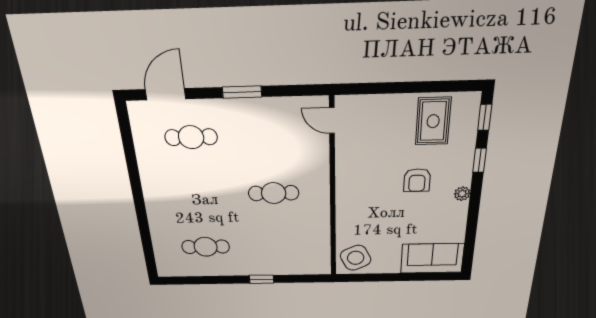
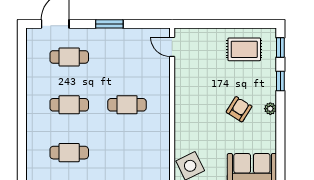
rug: (433, 121) -> (244, 49), turned 90
armchair: (417, 180) -> (239, 109), moved, turned -148
cafe table: (199, 195) -> (69, 105), added

